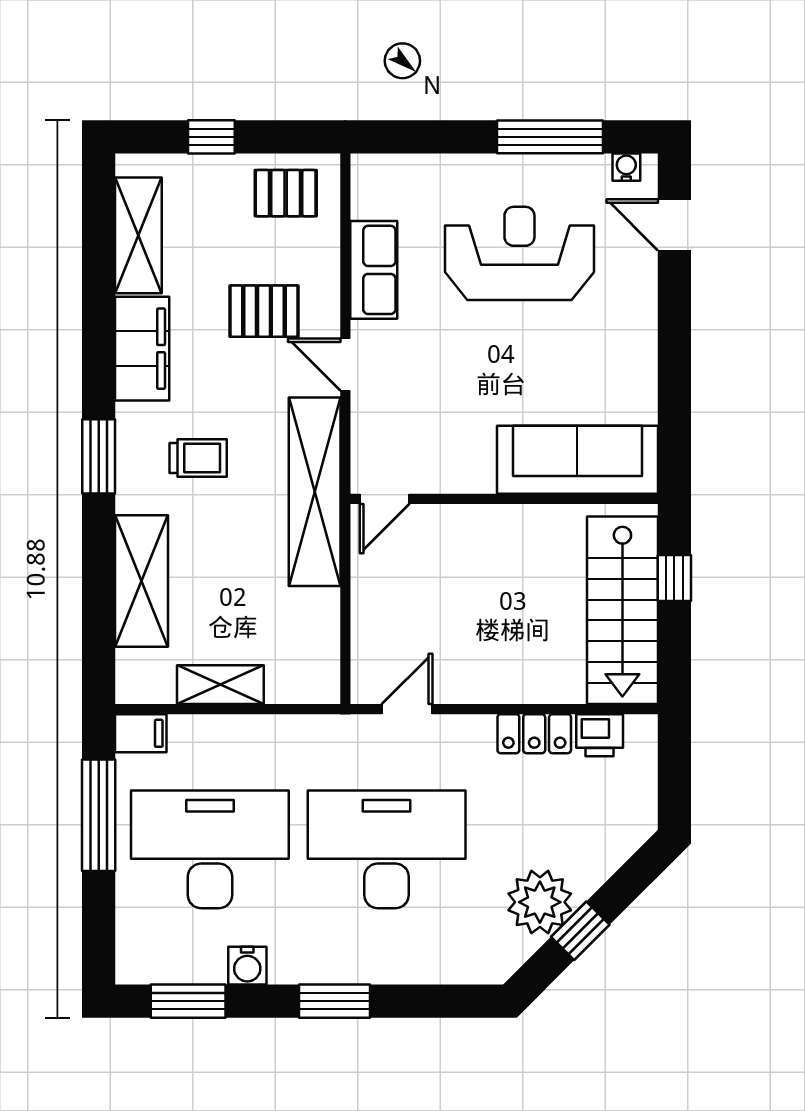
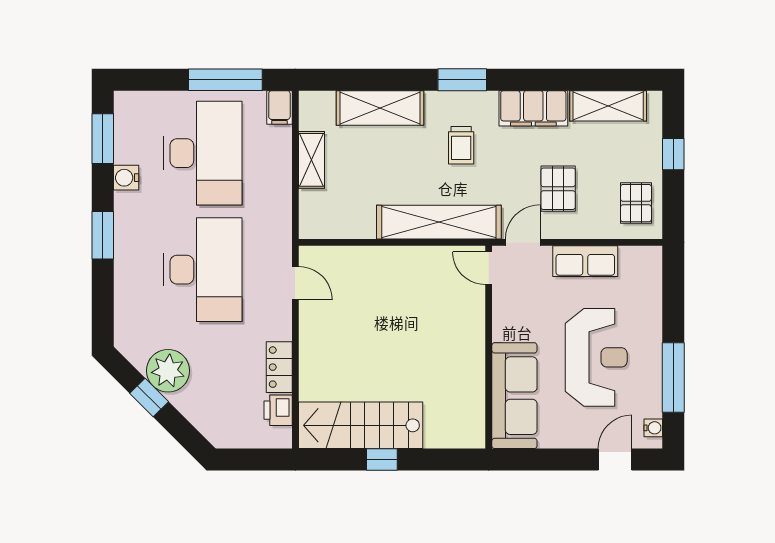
sofa: (577, 460) -> (514, 396), moved
door: (385, 499) -> (489, 268), moved
wall: (504, 499) -> (489, 347), moved

